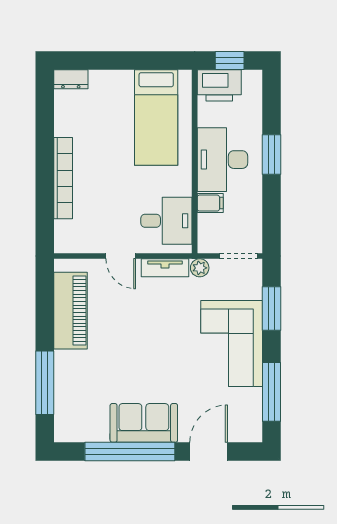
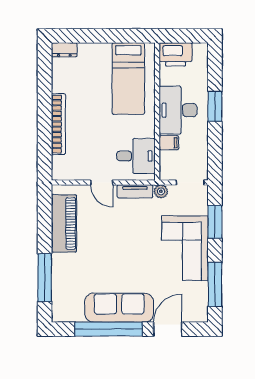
window: (230, 61) -> (183, 36), removed
sofa: (144, 423) -> (119, 308), width x1.36

